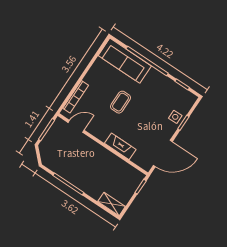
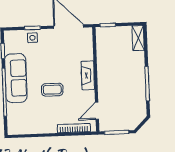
sofa: (125, 61) -> (16, 78), moved
door: (76, 126) -> (97, 111), hinge flipped
fireplace: (120, 146) -> (88, 75), moved

